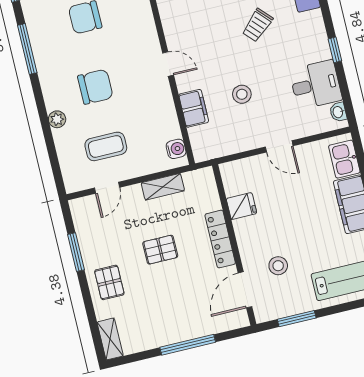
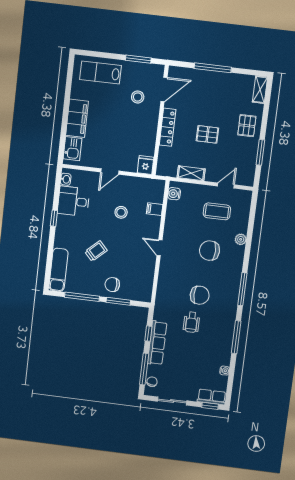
filing cabinet: (194, 108) -> (155, 209), width x0.50
door: (279, 146) -> (110, 172), swing flipped
fridge: (242, 206) -> (146, 165), moved, turned 90

